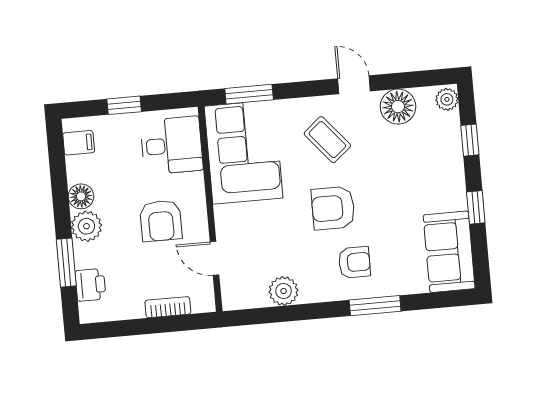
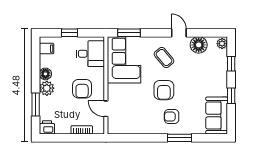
armchair: (333, 208) -> (164, 90), turned -90
armchair: (354, 262) -> (172, 117), turned 180
printer: (90, 285) -> (47, 127), moved, turned -90
plant: (284, 291) -> (137, 127), removed

